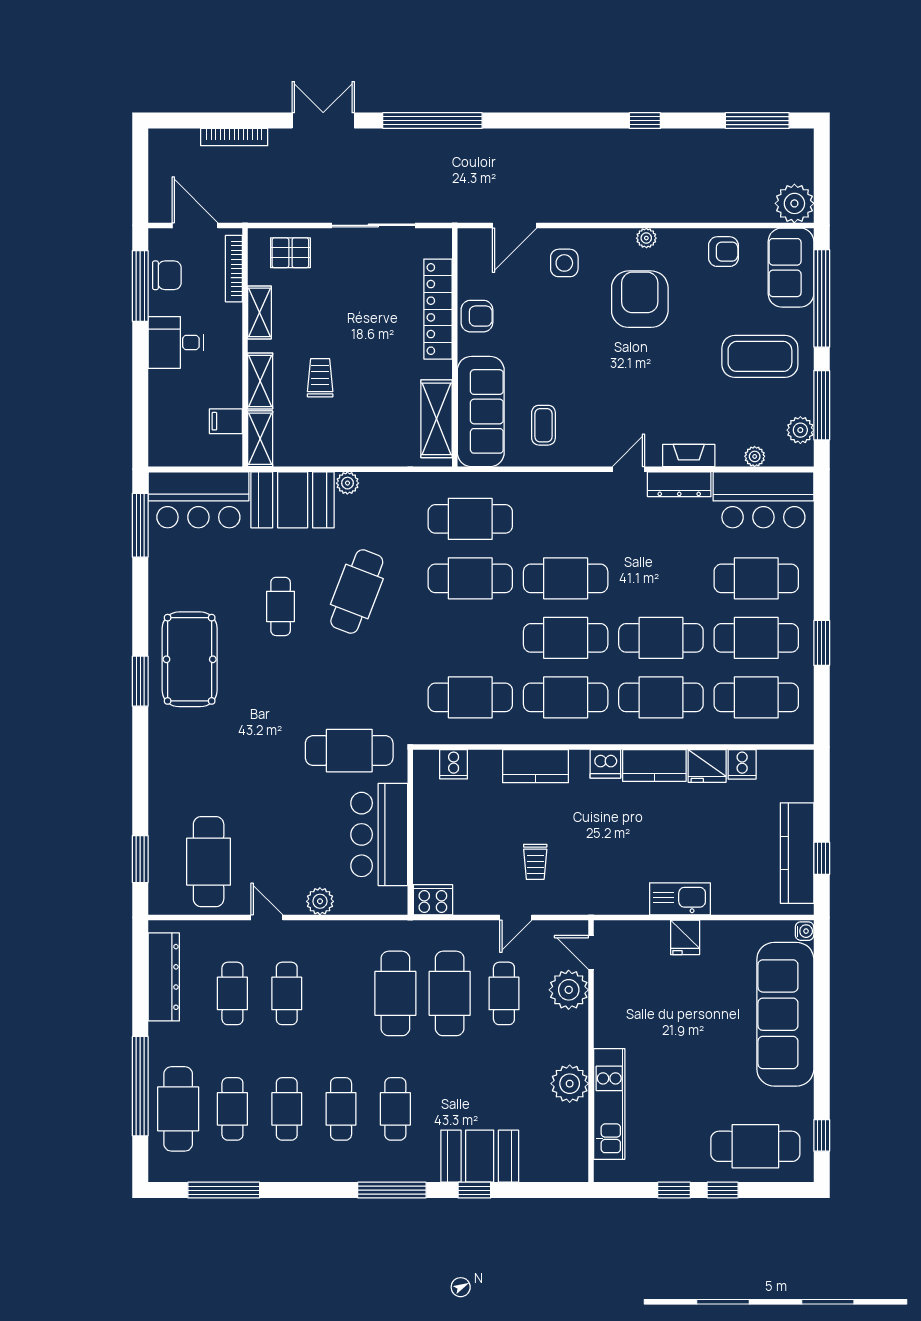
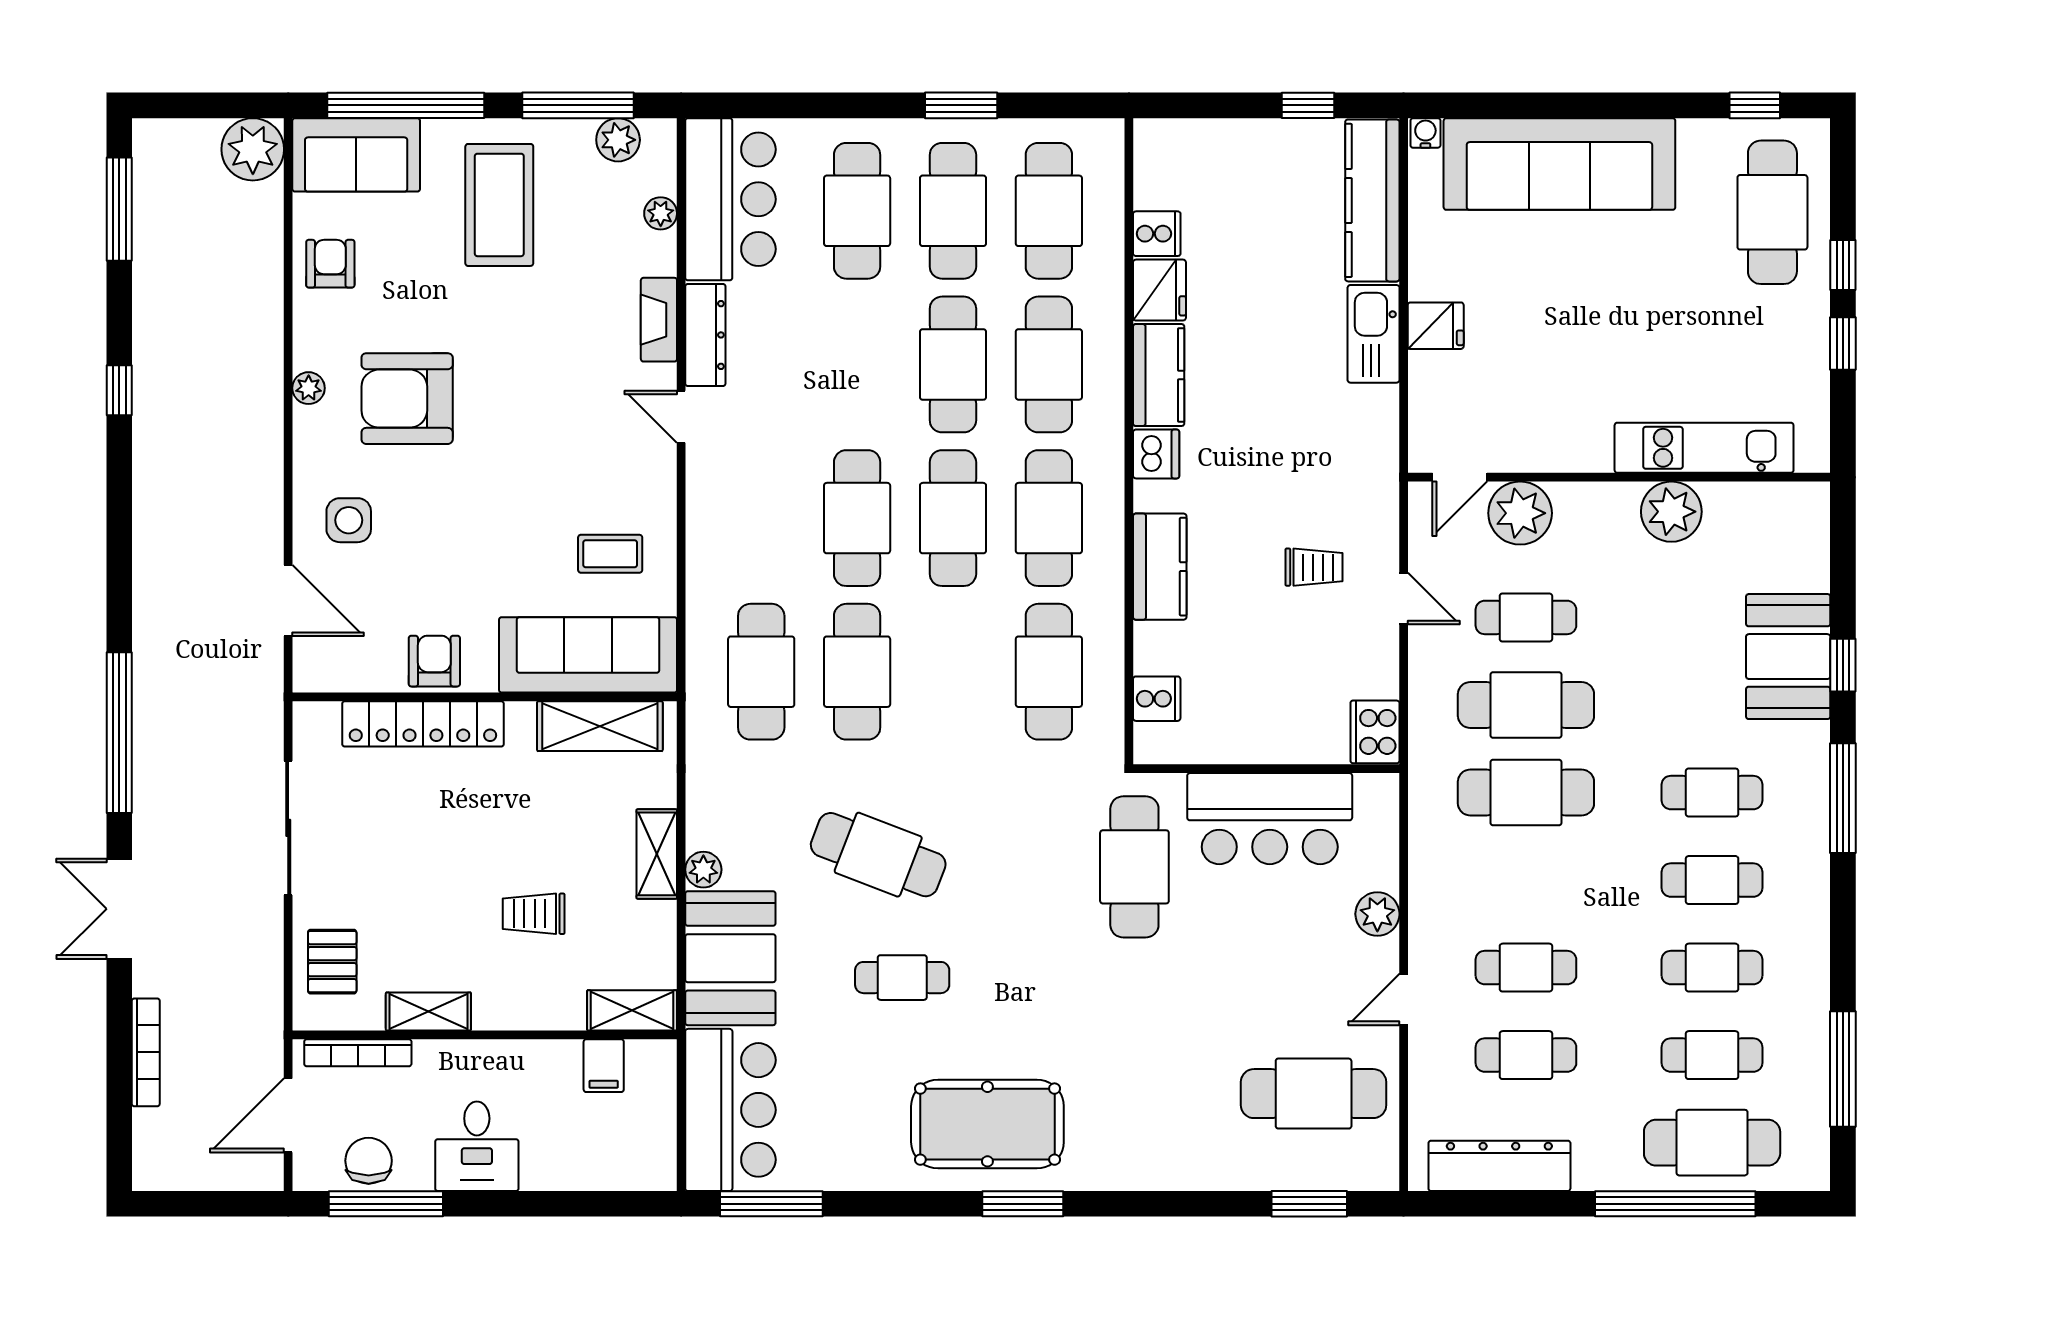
shelving: (260, 381) -> (657, 854), moved, turned 90
kitchen counter: (797, 853) -> (1372, 200), moved, turned 90

